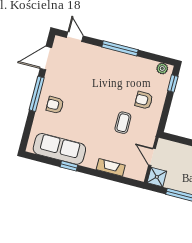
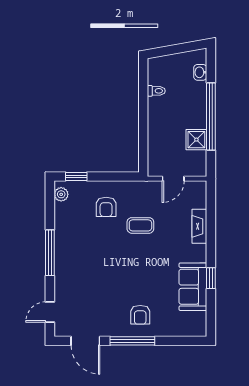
sofa: (59, 149) -> (193, 287), width x0.73
shower: (157, 177) -> (196, 140), moved

